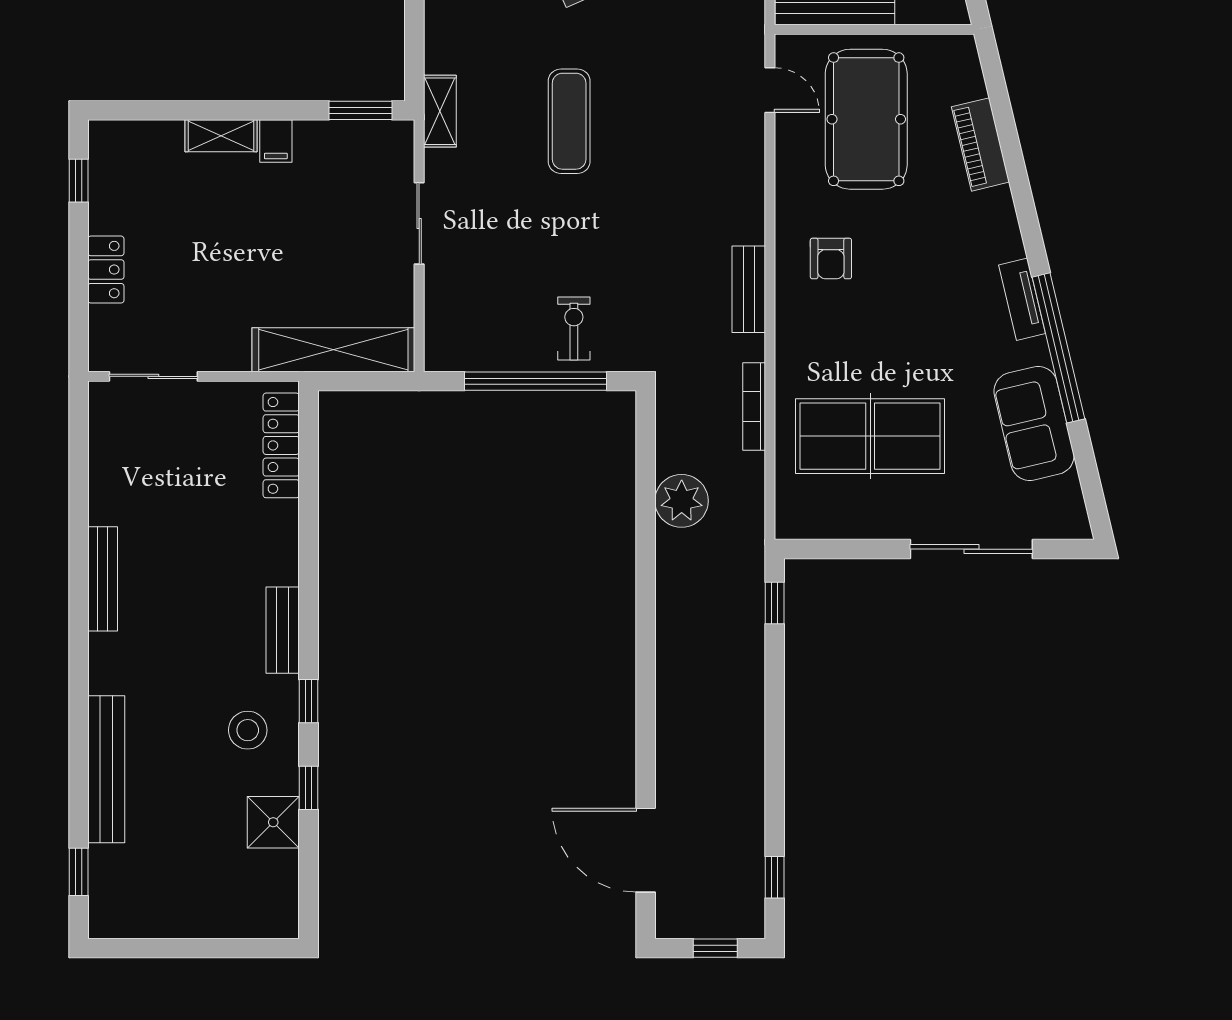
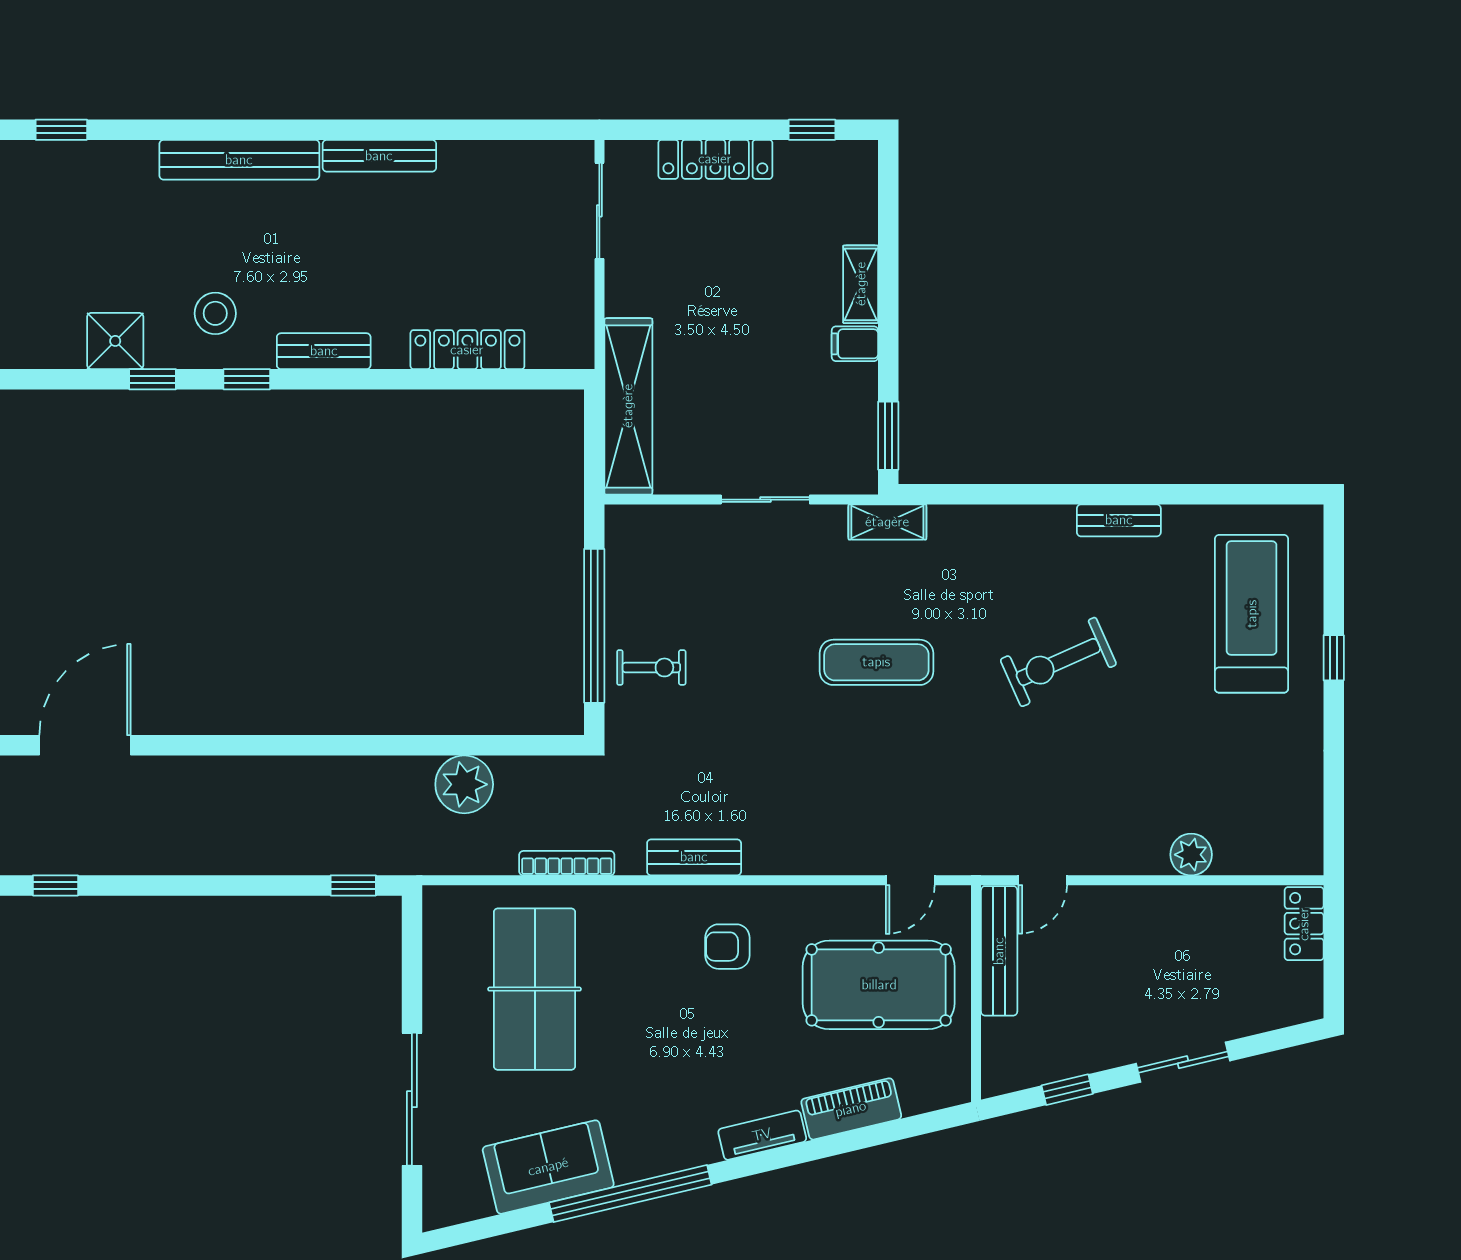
locker: (106, 270) -> (715, 159), width x1.53
tv unit: (1022, 299) -> (762, 1135), moved
locker: (281, 445) -> (467, 350), moved
bench: (106, 769) -> (239, 160), moved

